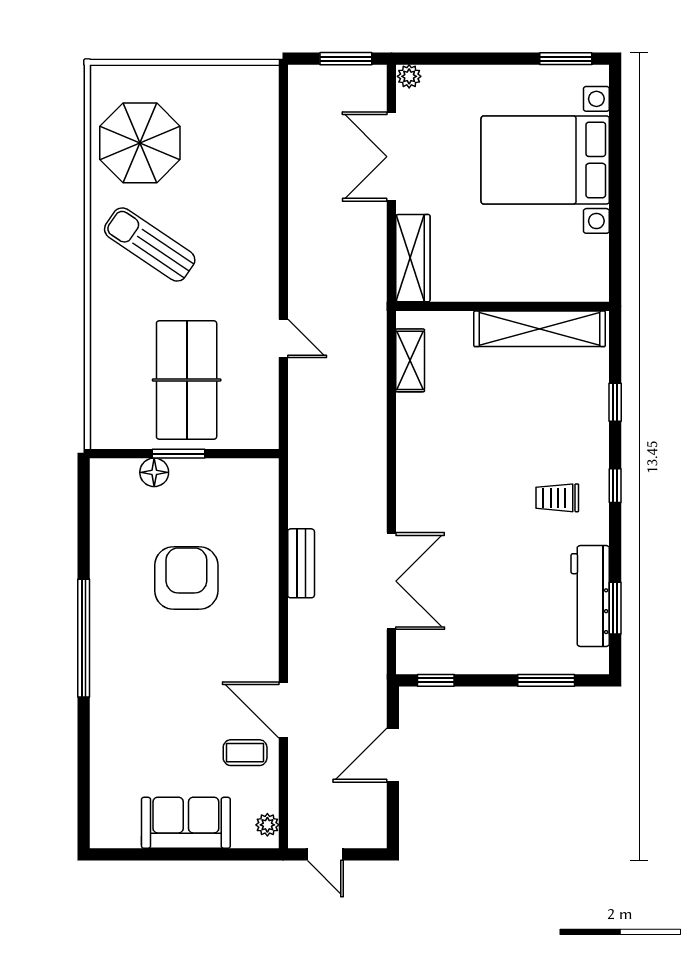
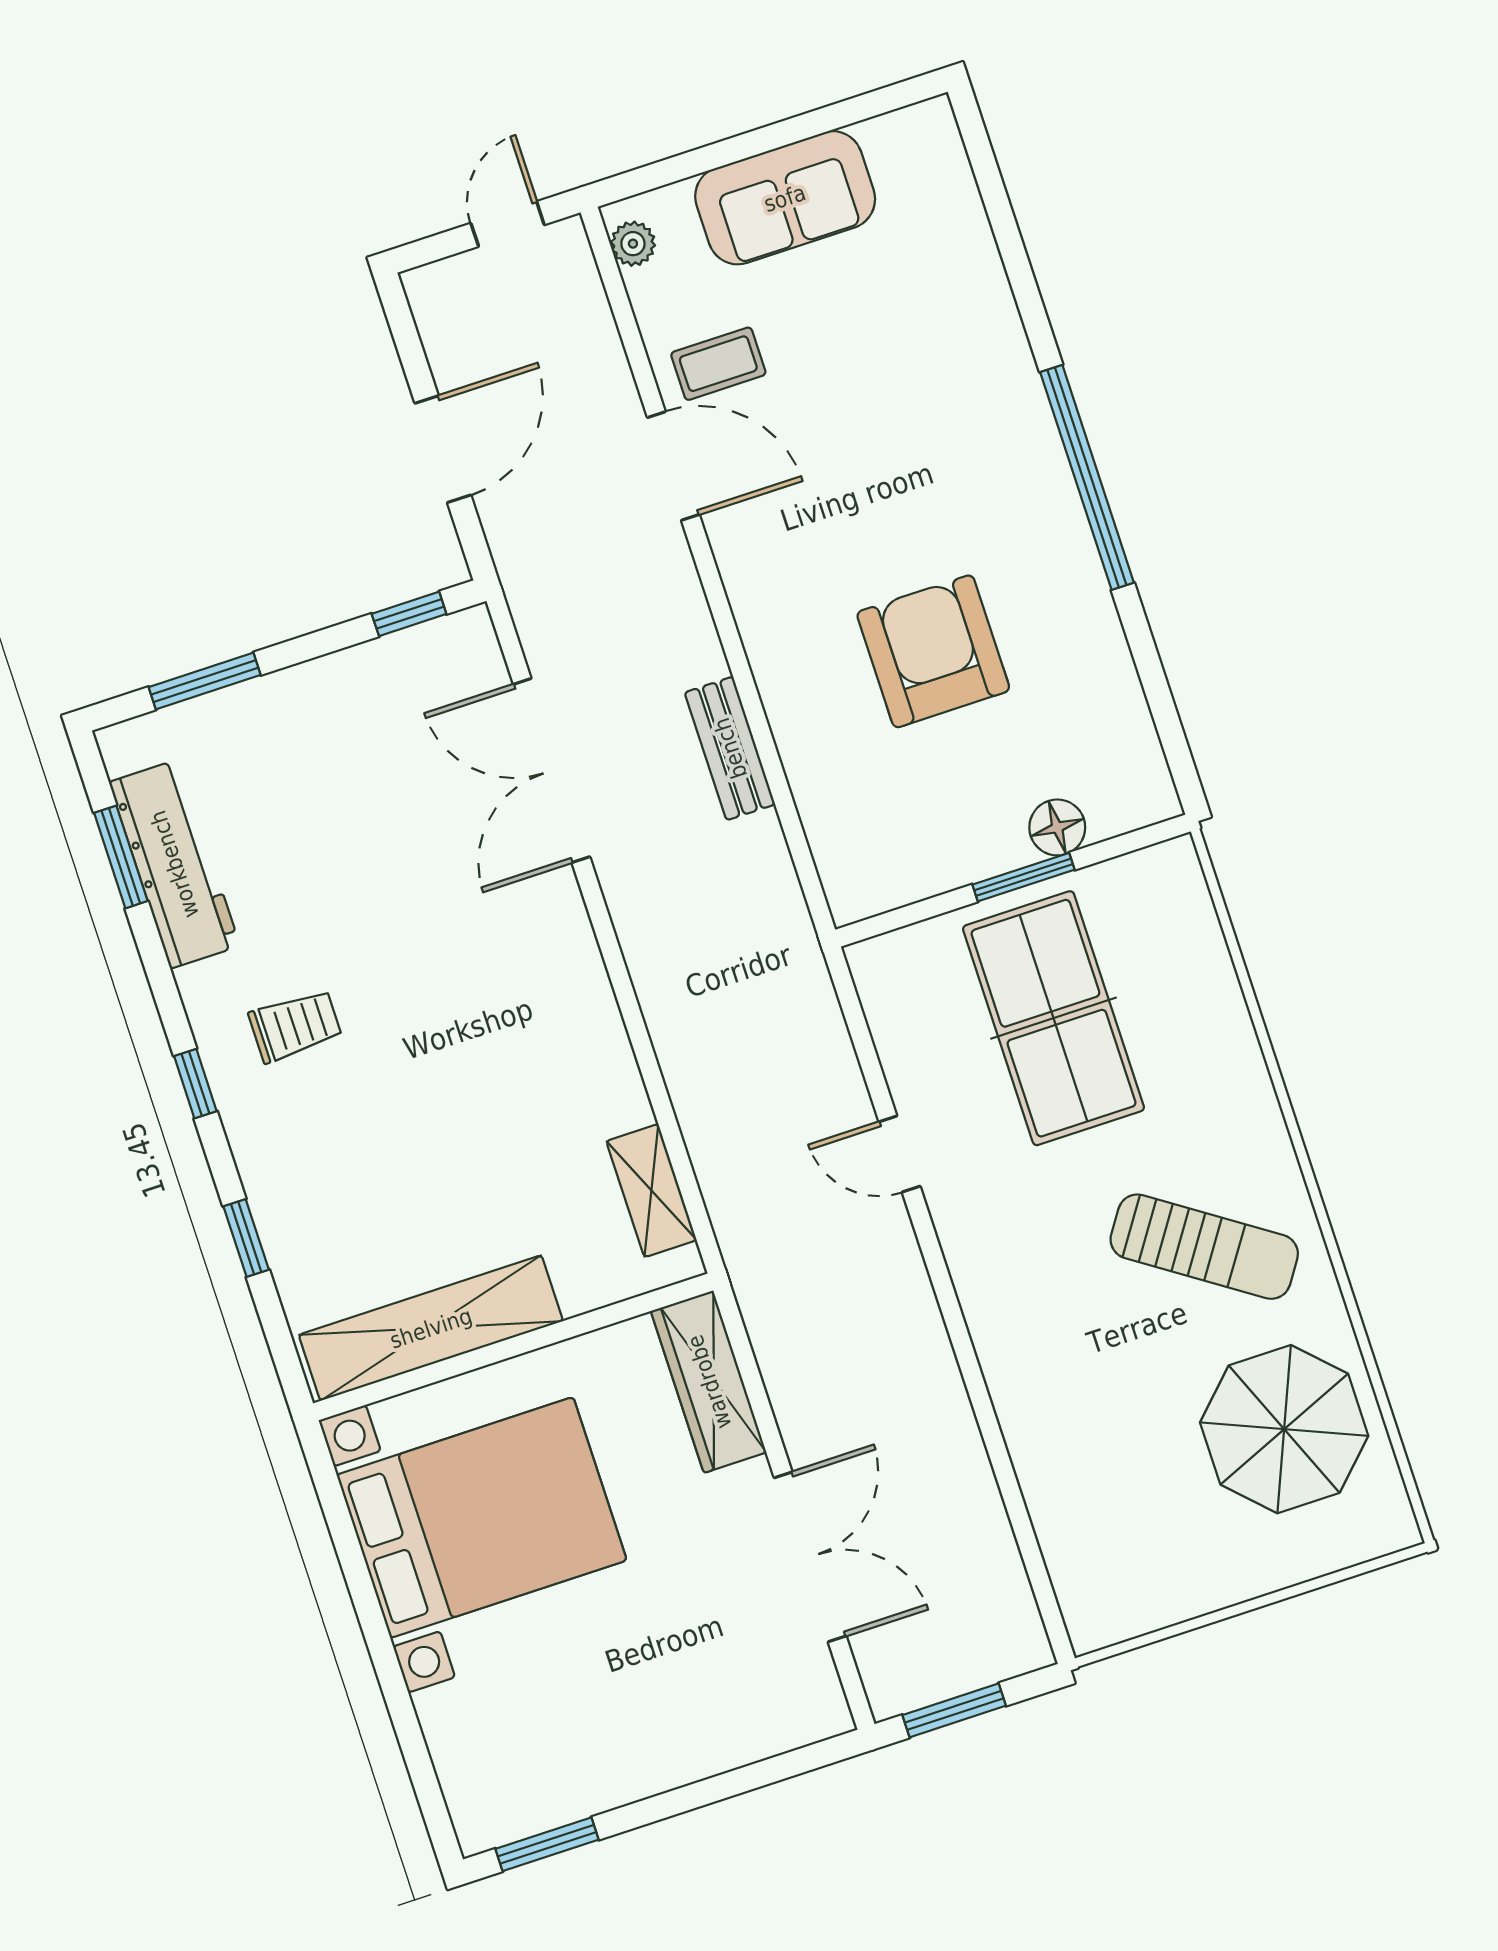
plant: (409, 76) -> (826, 1716), removed
bed with nightstands: (545, 160) -> (482, 1518), moved
armchair: (186, 578) -> (933, 651), turned 180
door: (325, 854) -> (508, 224), hinge flipped

